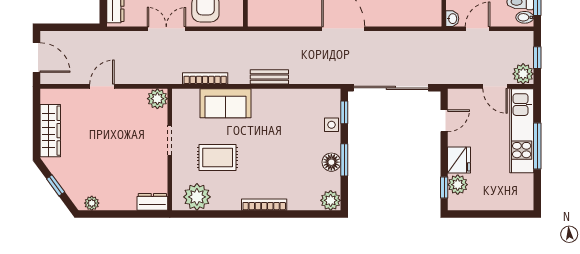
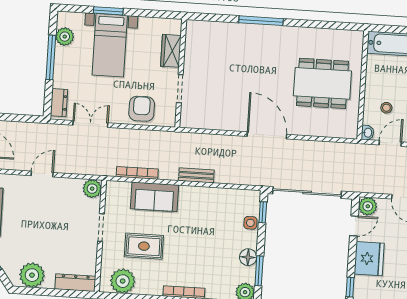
double door: (166, 29) -> (90, 124), moved
window: (344, 160) -> (259, 271), moved
fridge: (459, 160) -> (369, 259), width x1.36, depth x1.34
plant: (458, 185) -> (368, 206), moved
dresser: (152, 202) -> (75, 283), width x1.44
plant: (92, 203) -> (32, 275), width x1.87, depth x1.87

